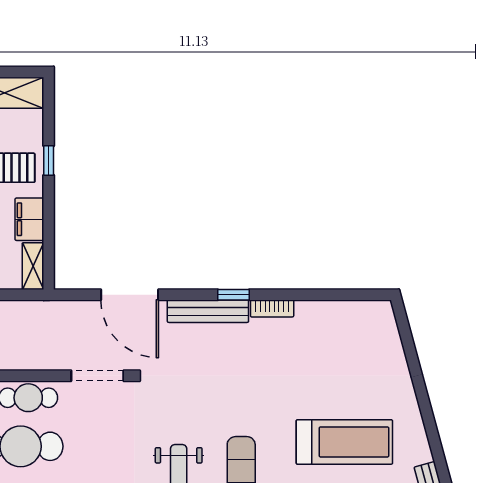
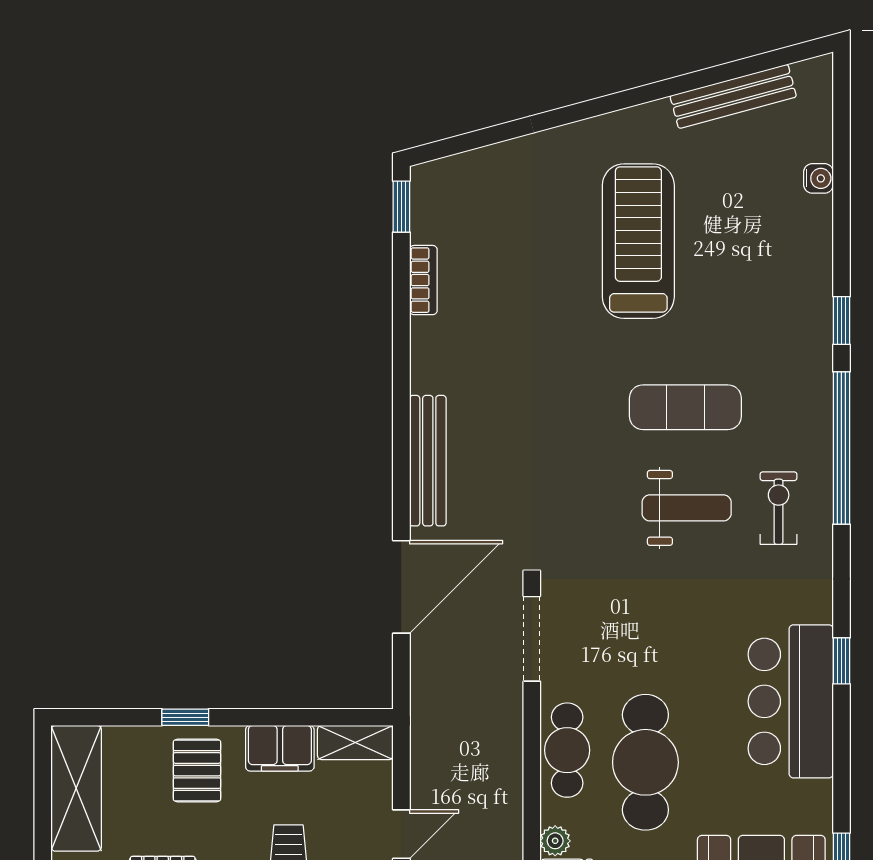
window: (234, 295) -> (401, 207), moved
bookcase: (272, 308) -> (423, 280), moved

